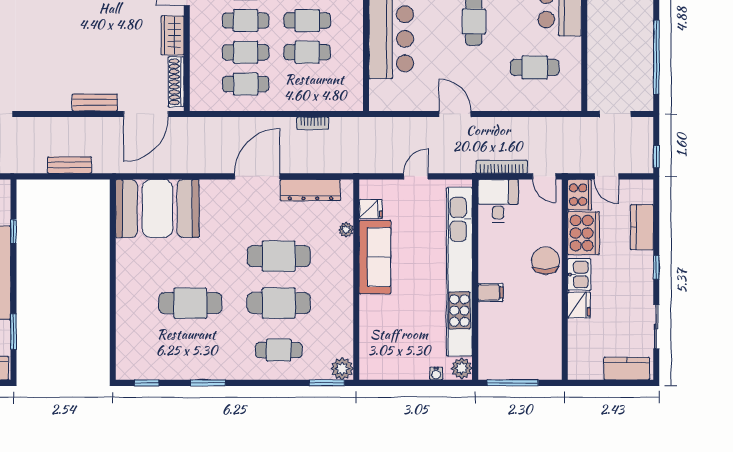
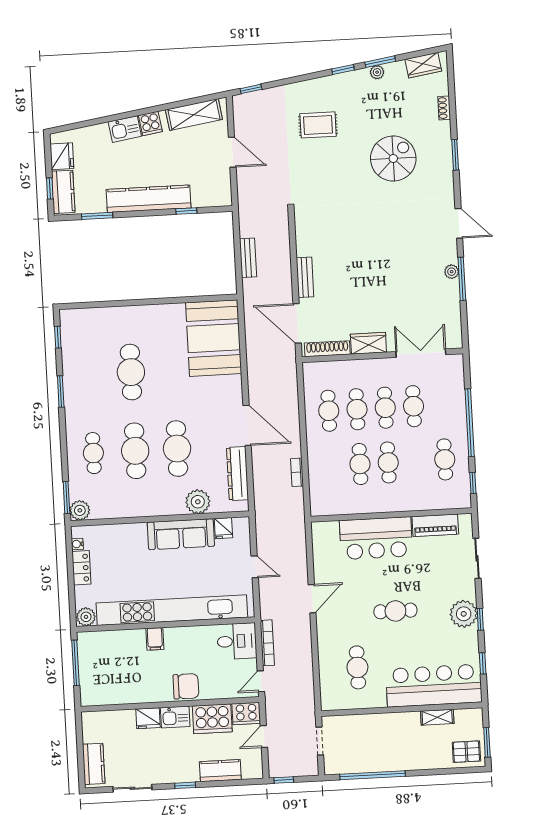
plant: (346, 230) -> (198, 502), width x1.87, depth x1.87
locker: (406, 370) -> (81, 568), added
water cooler: (436, 374) -> (77, 544), moved

